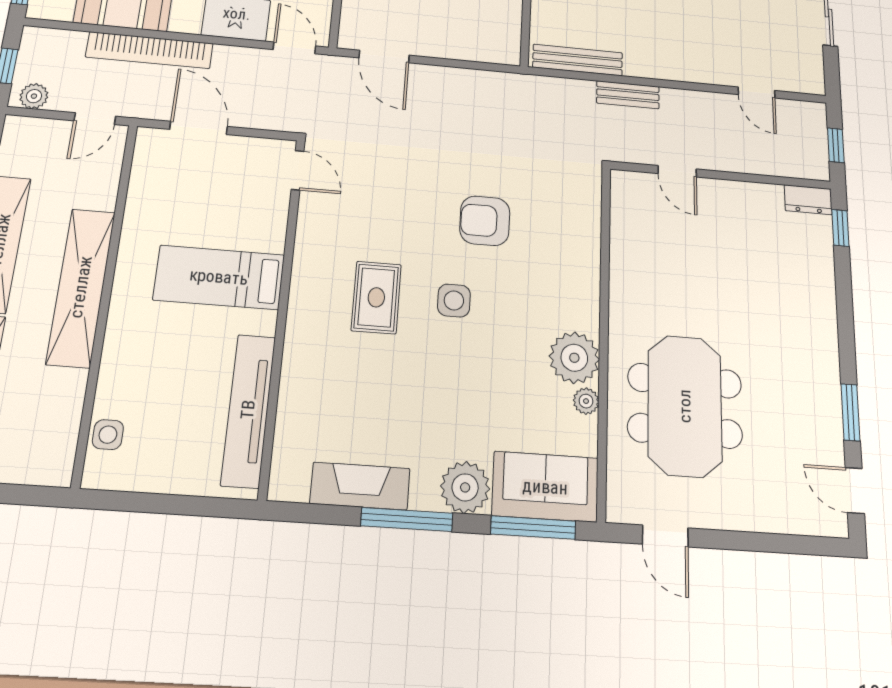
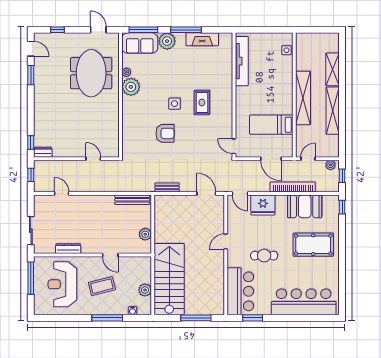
bench: (628, 95) -> (167, 188), moved
bed: (219, 277) -> (271, 125), moved, turned 180
window: (782, 544) -> (57, 30), added

